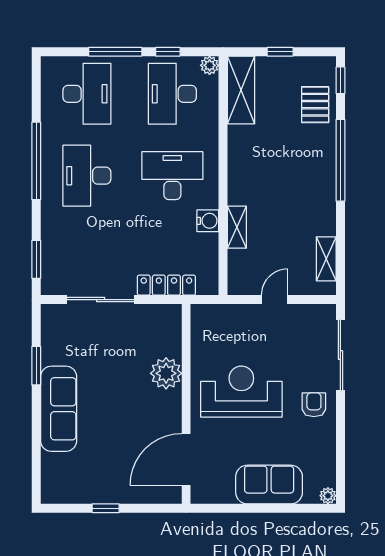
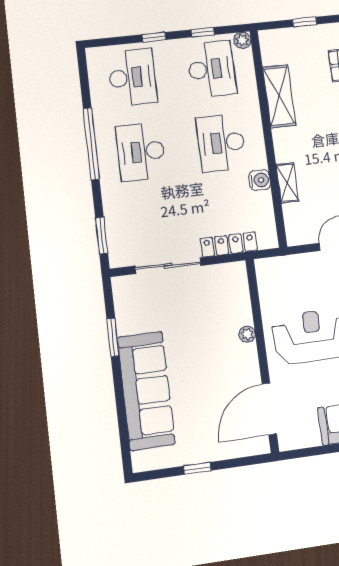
window: (115, 52) -> (154, 37), width x0.46
shelving: (241, 90) -> (279, 96), moved
desk: (172, 94) -> (212, 69), turned 180
desk: (172, 176) -> (221, 143), turned -90
plant: (166, 373) -> (247, 334), width x0.53, depth x0.53
sofa: (59, 409) -> (146, 391), width x1.36, depth x1.27

